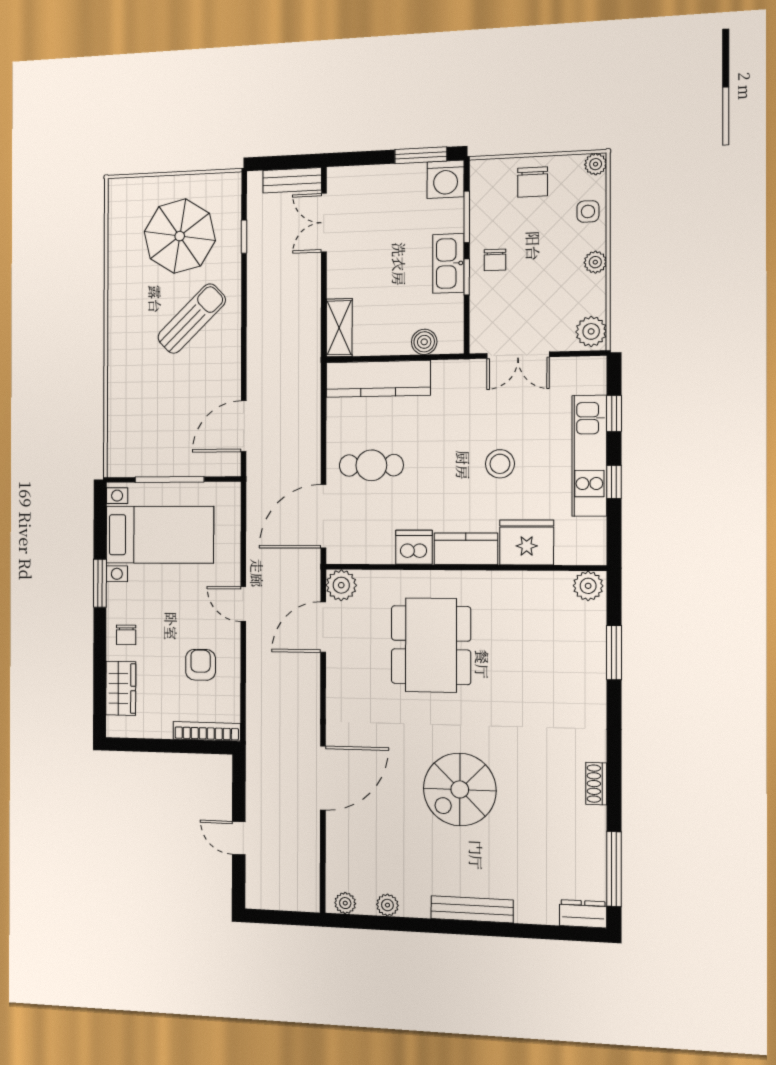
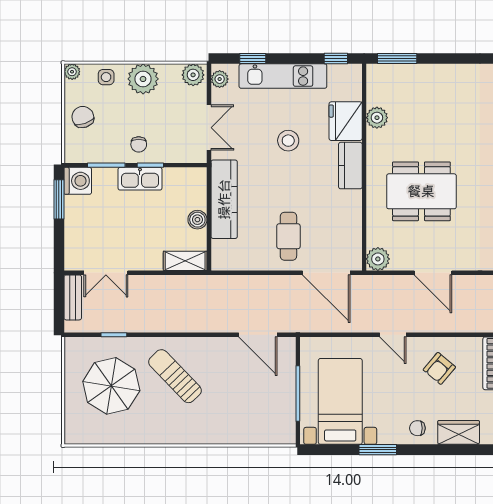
chair: (533, 182) -> (83, 117), turned -109
chair: (495, 260) -> (139, 144), turned 90
plant: (595, 262) -> (143, 79), width x1.87, depth x1.87
boiler: (424, 342) -> (197, 220), moved
plant: (585, 368) -> (220, 79), added
kitchen counter: (378, 379) -> (224, 199), moved
window: (614, 482) -> (336, 59), moved
dishwasher: (414, 547) -> (349, 204), removed
plant: (588, 586) -> (377, 118), moved
door: (243, 604) -> (393, 335), hinge flipped
door: (323, 627) -> (433, 273), moved
chair: (126, 635) -> (417, 428), turned 180
window: (614, 653) -> (397, 59), moved
armchair: (201, 665) -> (439, 368), turned -50

